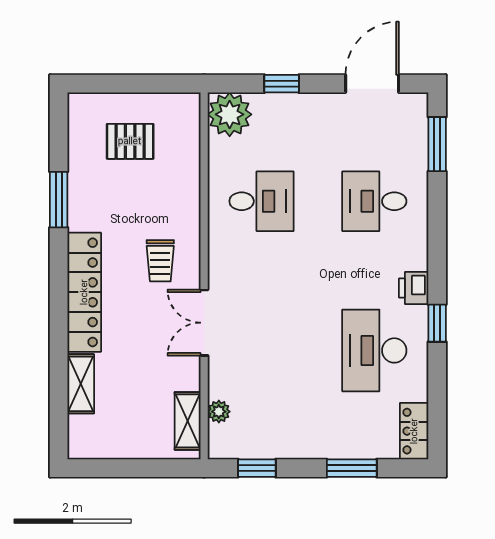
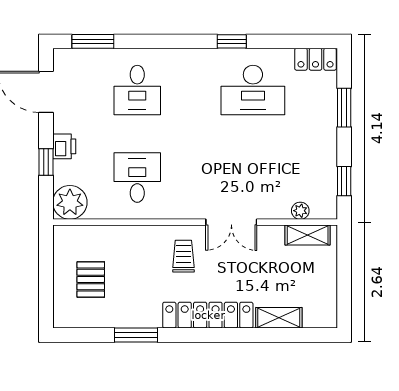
trolley: (160, 261) -> (183, 256), turned -90
printer: (414, 288) -> (64, 146), moved, turned -90

